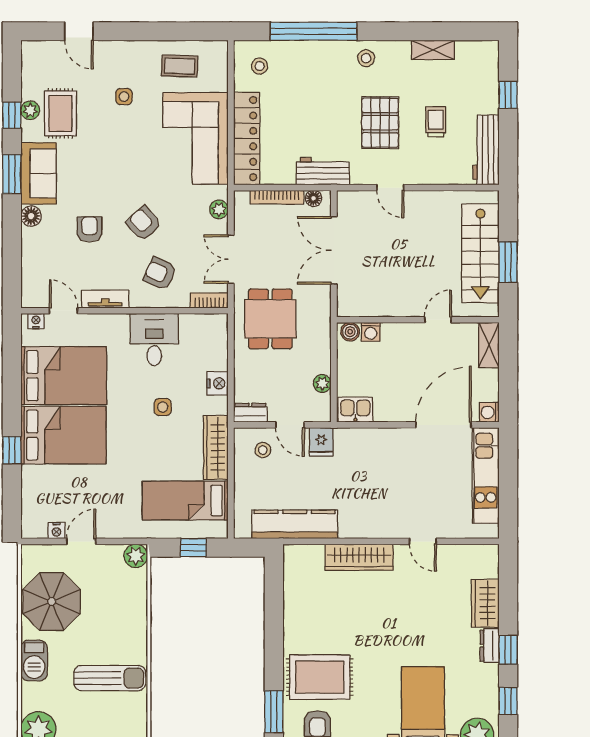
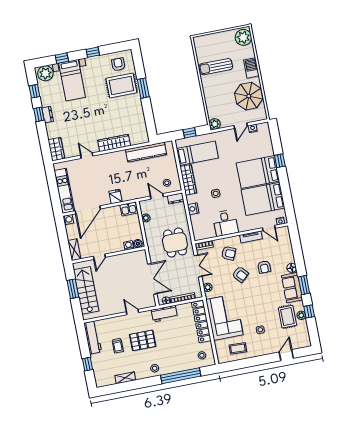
door: (79, 31) -> (286, 355), hinge flipped
pallet: (380, 123) -> (143, 340), turned 90
fridge: (321, 442) -> (115, 197), moved
wardrobe: (485, 603) -> (56, 149), moved
window: (274, 712) -> (143, 88), moved

